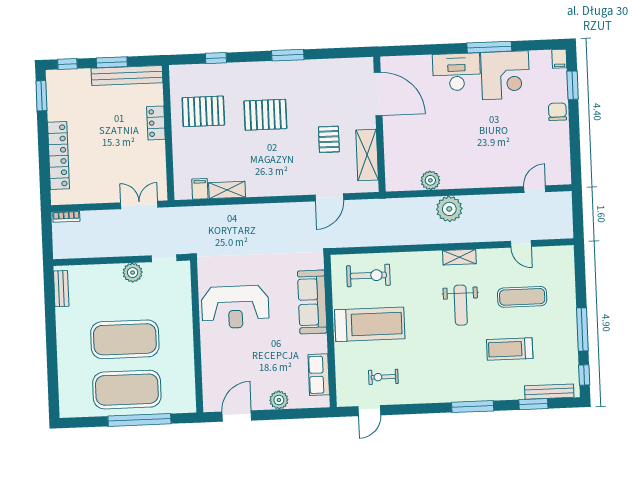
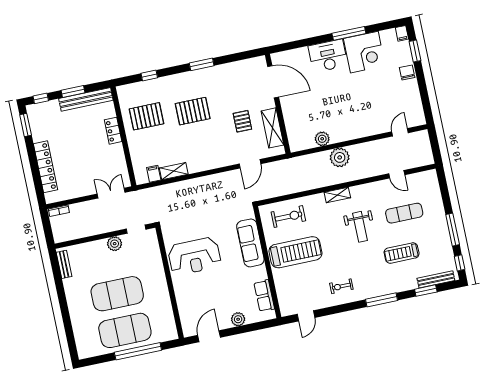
shelving: (459, 257) -> (337, 195), moved
exercise bike: (383, 377) -> (341, 286), moved

